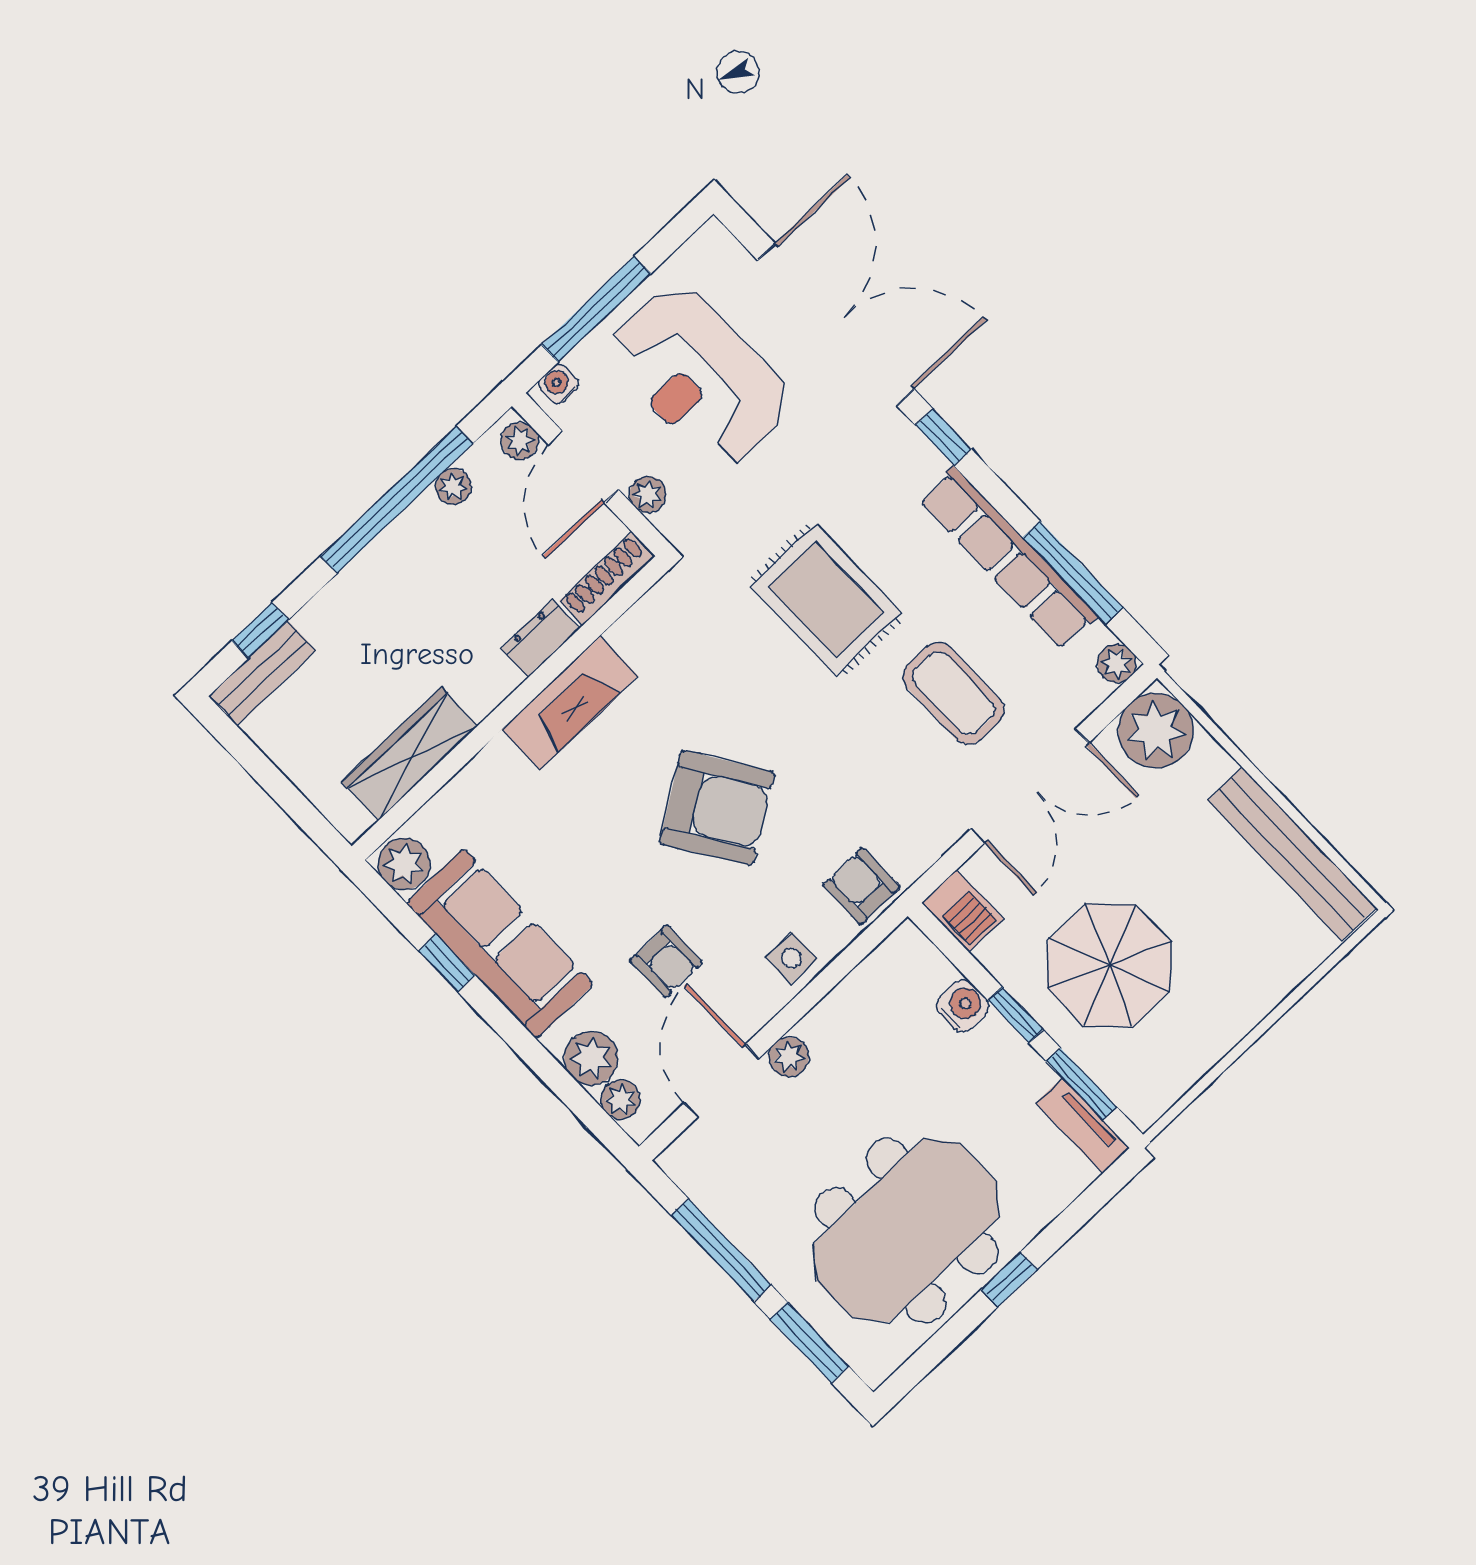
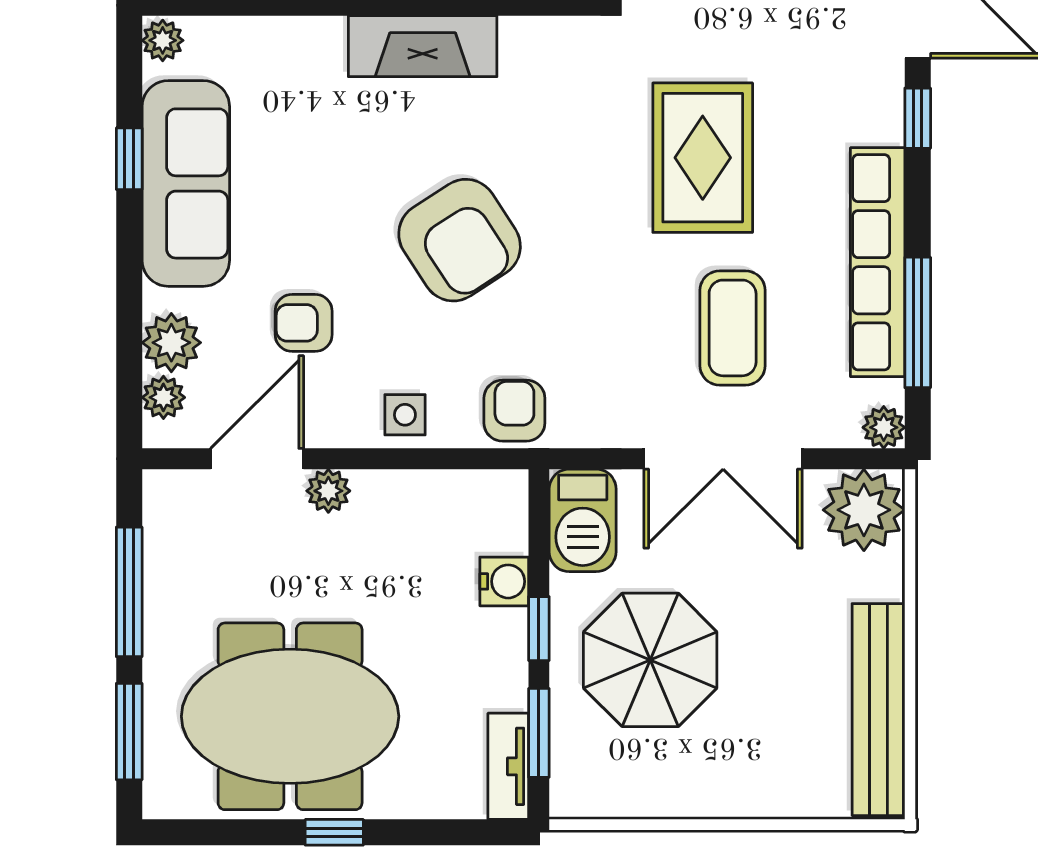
plant: (404, 864) -> (163, 40), width x0.73, depth x0.73
barbecue: (963, 911) -> (583, 520), width x1.38, depth x1.27
armchair: (666, 961) -> (304, 323), turned 90

